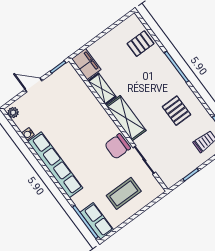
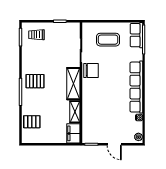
pallet: (177, 111) -> (35, 81), moved, turned 90

